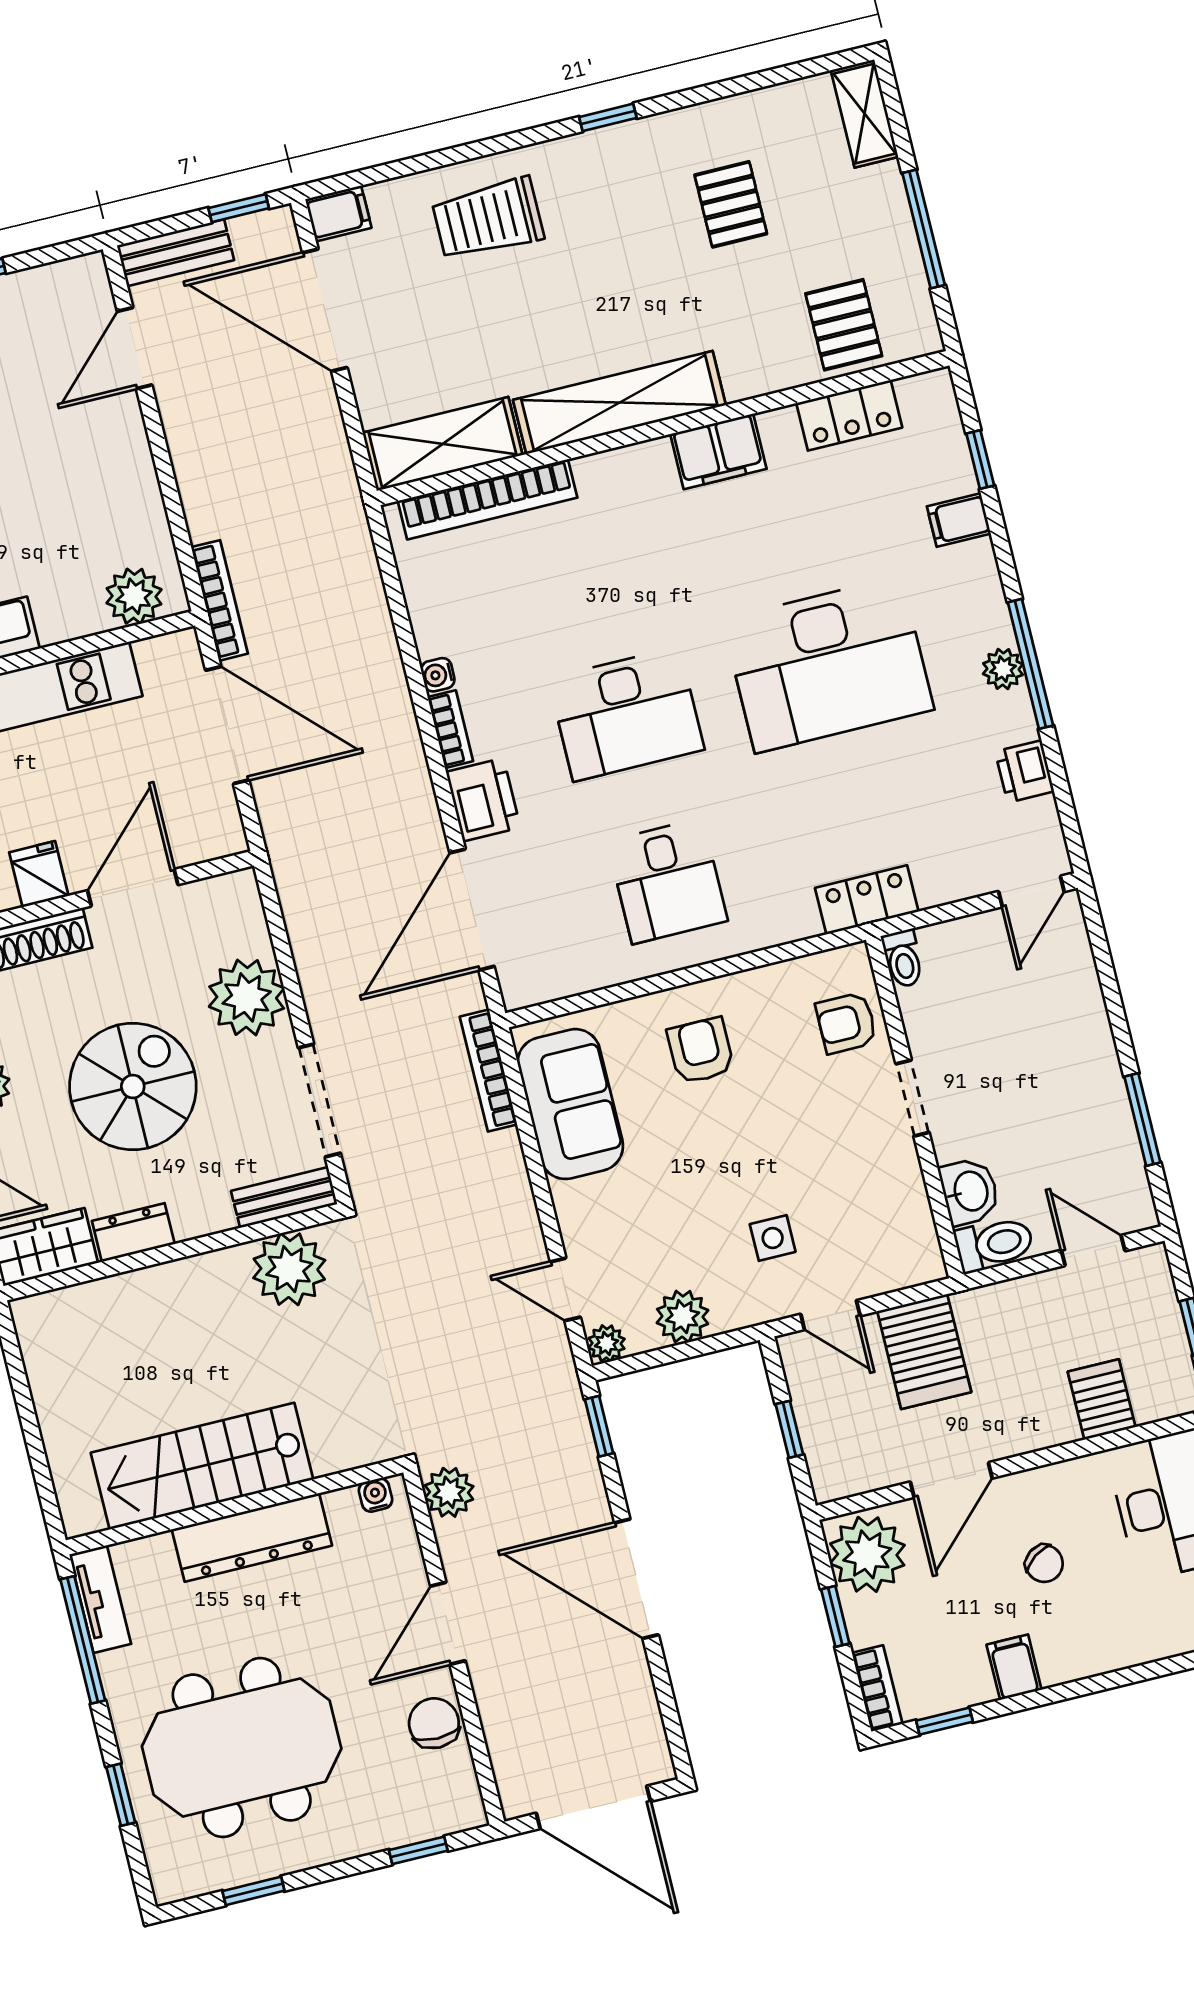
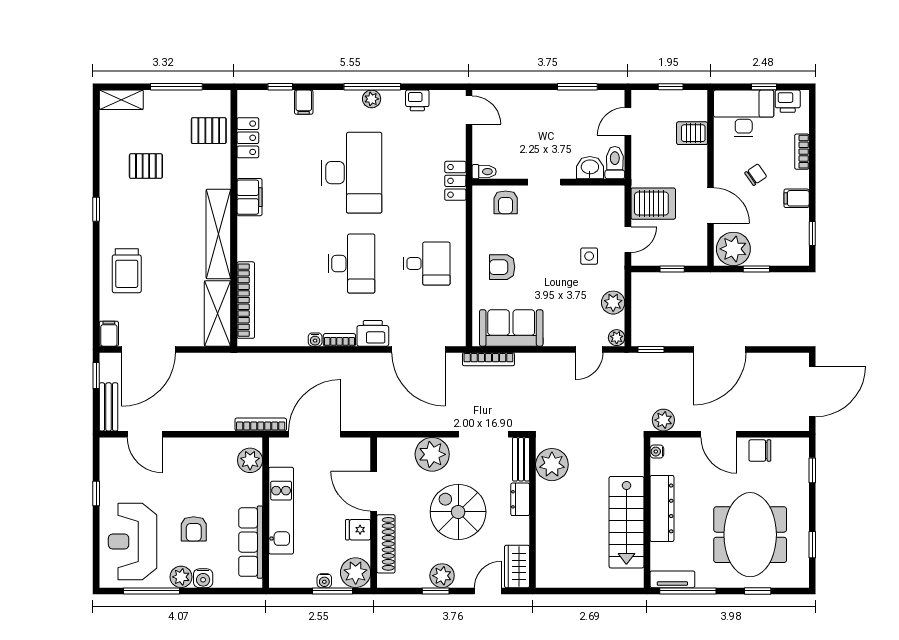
dresser: (133, 1233) -> (520, 499), moved
bookcase: (877, 1688) -> (802, 152), moved, turned -90

